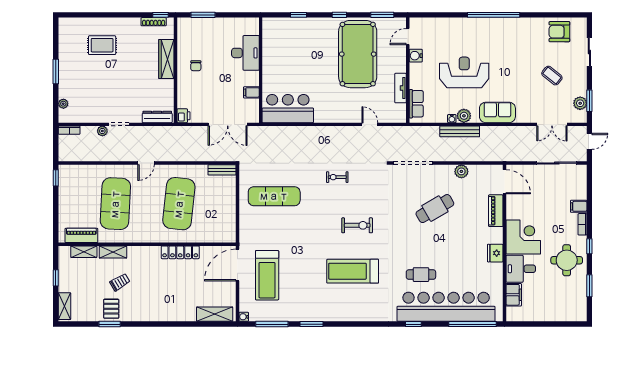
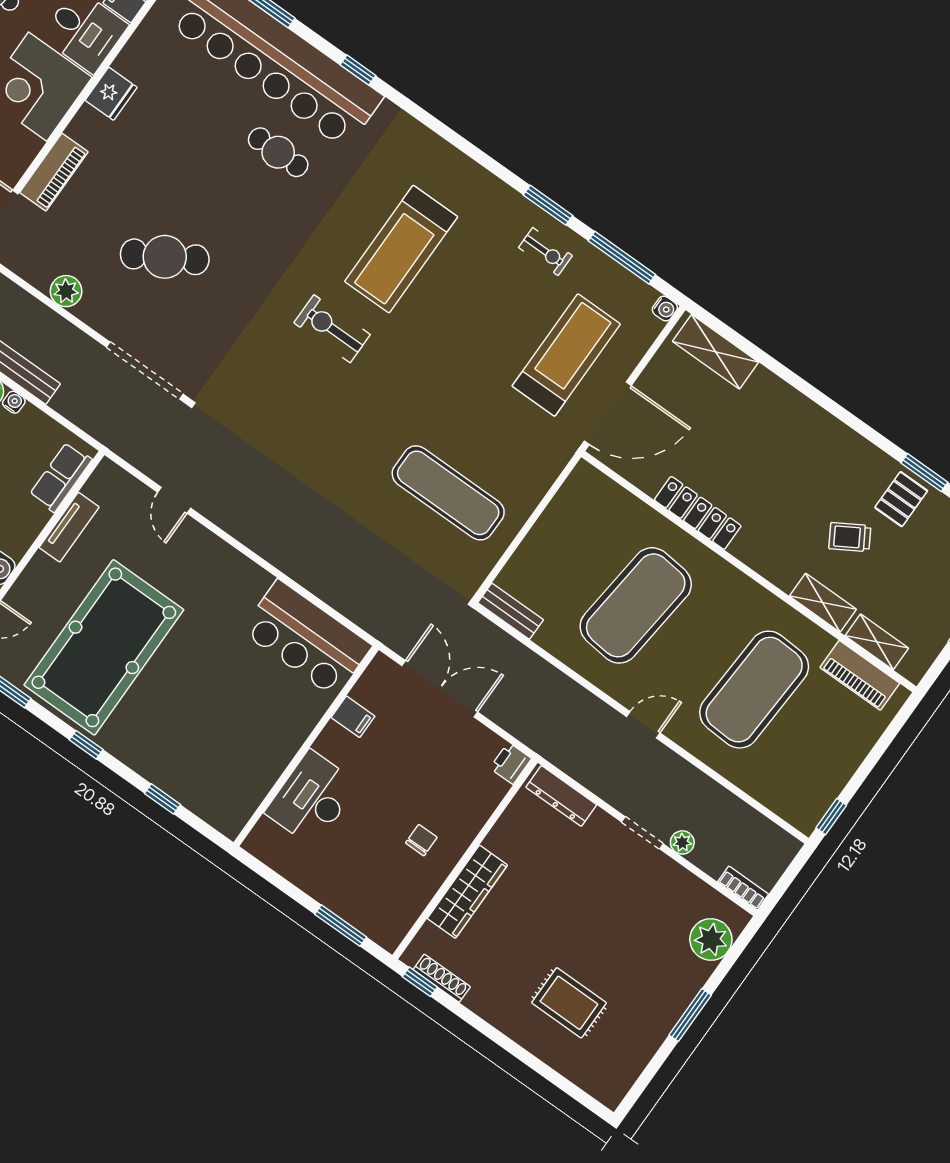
plant: (63, 104) -> (711, 940), width x1.88, depth x1.88
exercise bike: (337, 177) -> (545, 252), moved
treadmill: (353, 271) -> (401, 249), turned 90

